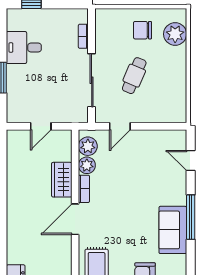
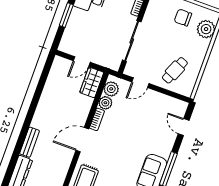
cafe table: (134, 76) -> (175, 70), moved
wardrobe: (62, 180) -> (92, 82), moved
bench: (13, 245) -> (29, 142), added

